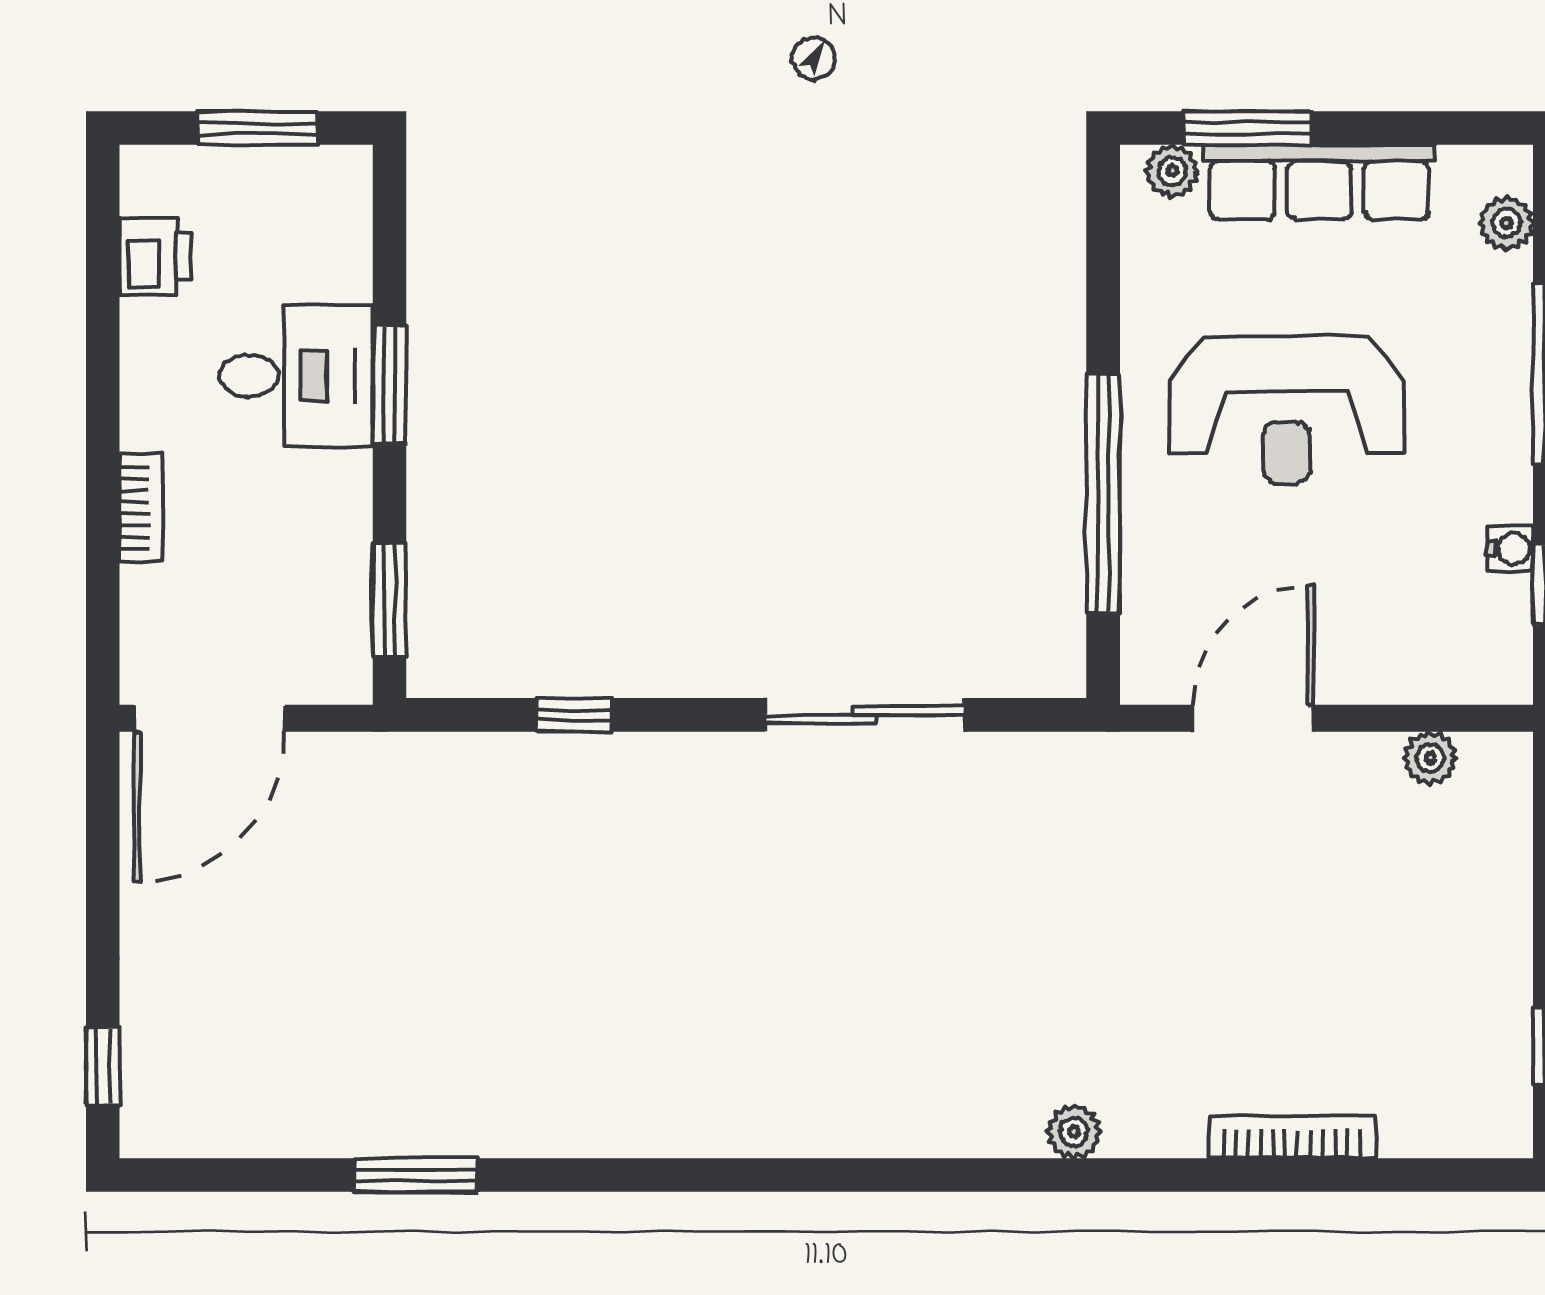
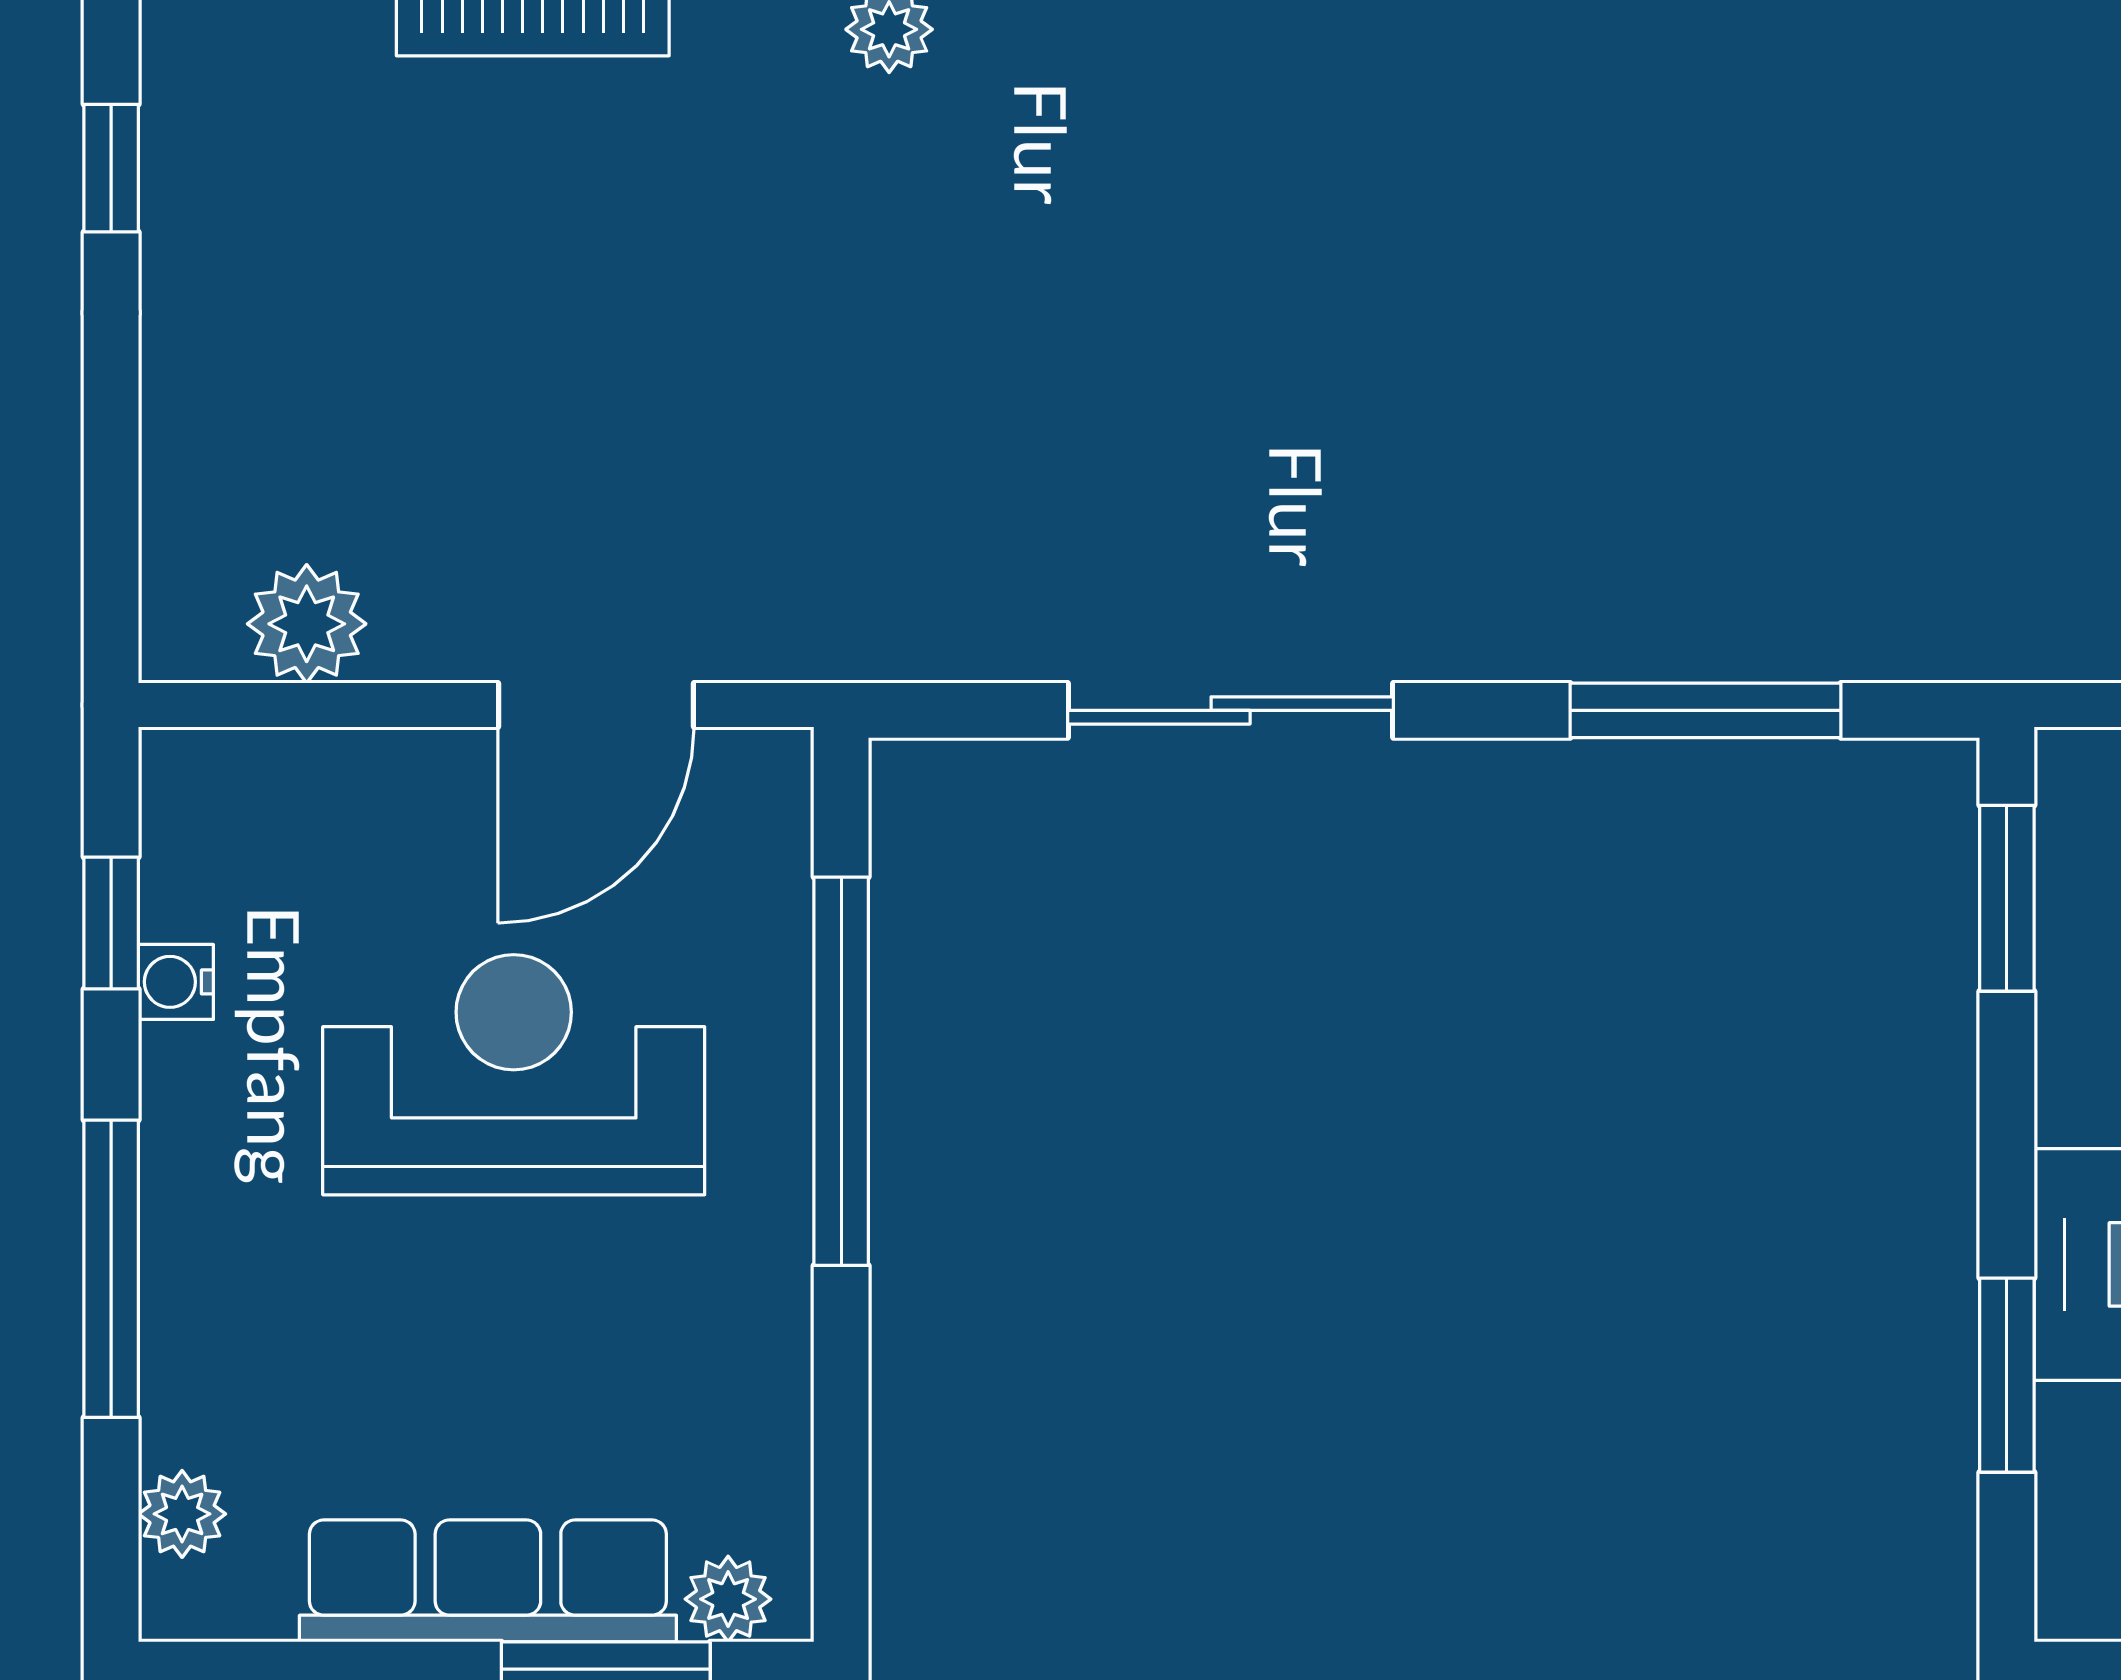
window: (390, 384) -> (2007, 1375), moved
reception desk: (1287, 410) -> (514, 1075), moved
window: (574, 715) -> (1705, 710), width x2.17
plant: (1430, 758) -> (307, 624), width x1.38, depth x1.38

